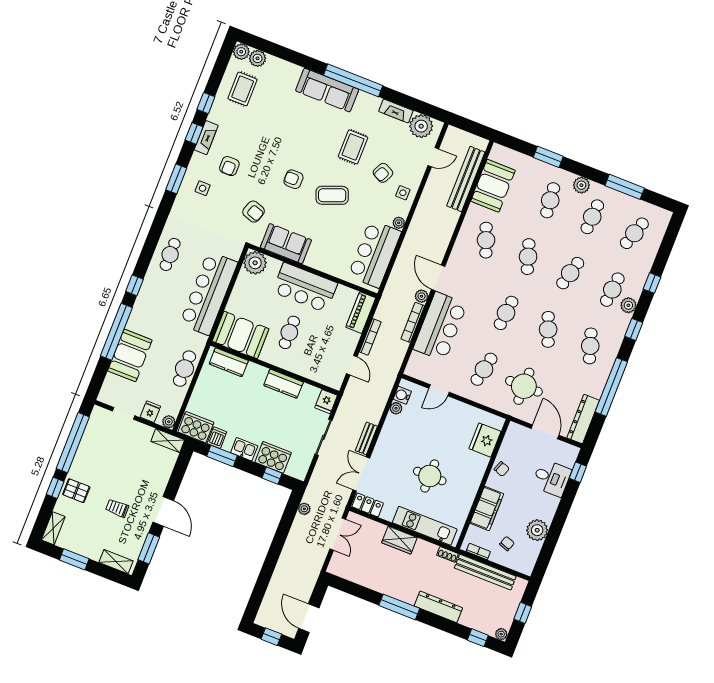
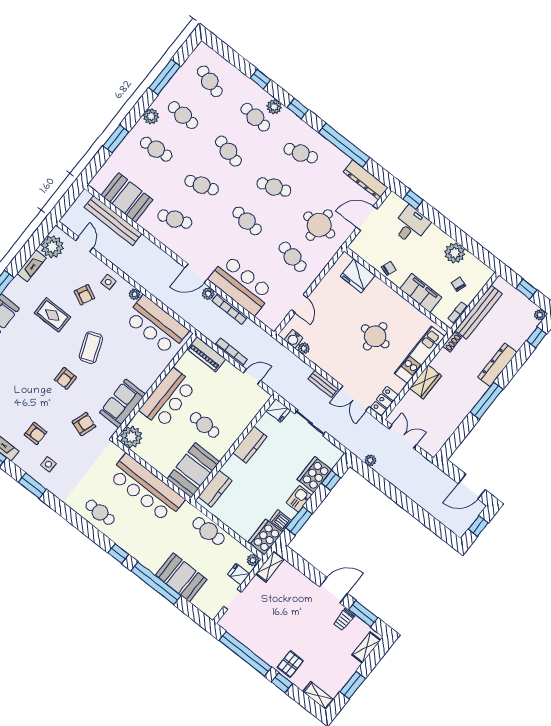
trolley: (117, 508) -> (344, 620), moved

